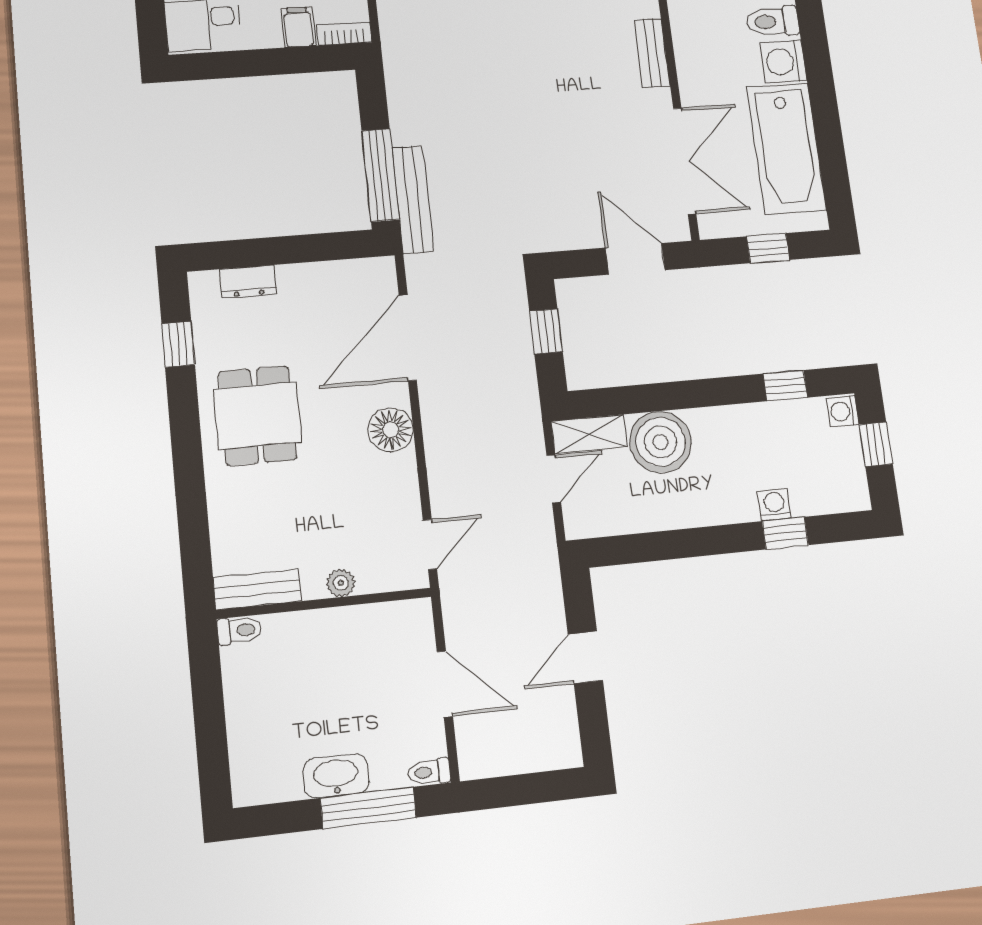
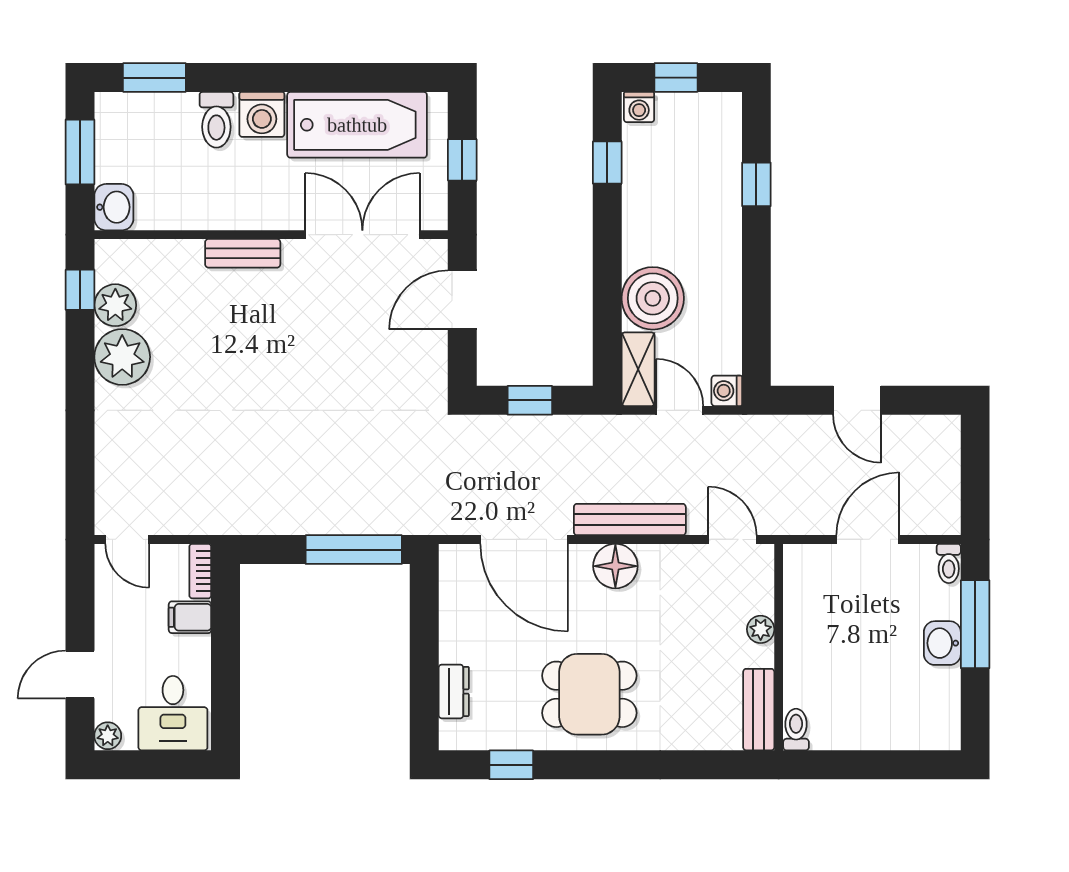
bench: (413, 199) -> (630, 520), moved
washing machine: (774, 505) -> (727, 391), moved
washbasin: (336, 776) -> (942, 643), width x0.72

